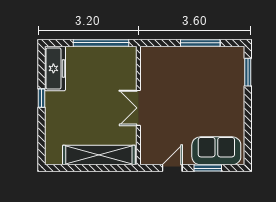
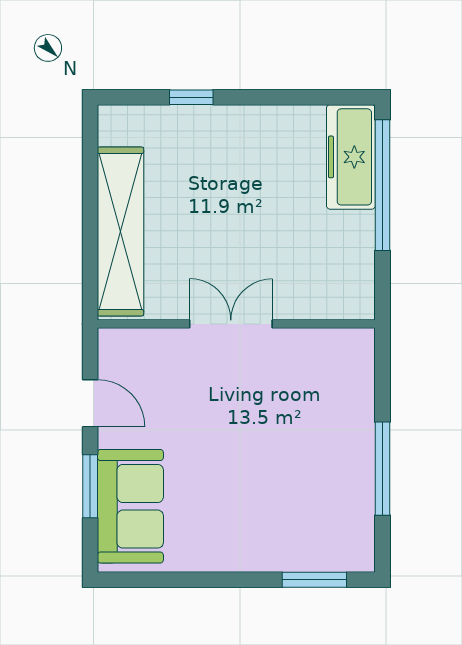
window: (101, 43) -> (383, 185), moved
freezer: (55, 68) -> (351, 157), moved, turned 90
window: (41, 98) -> (191, 97), moved

